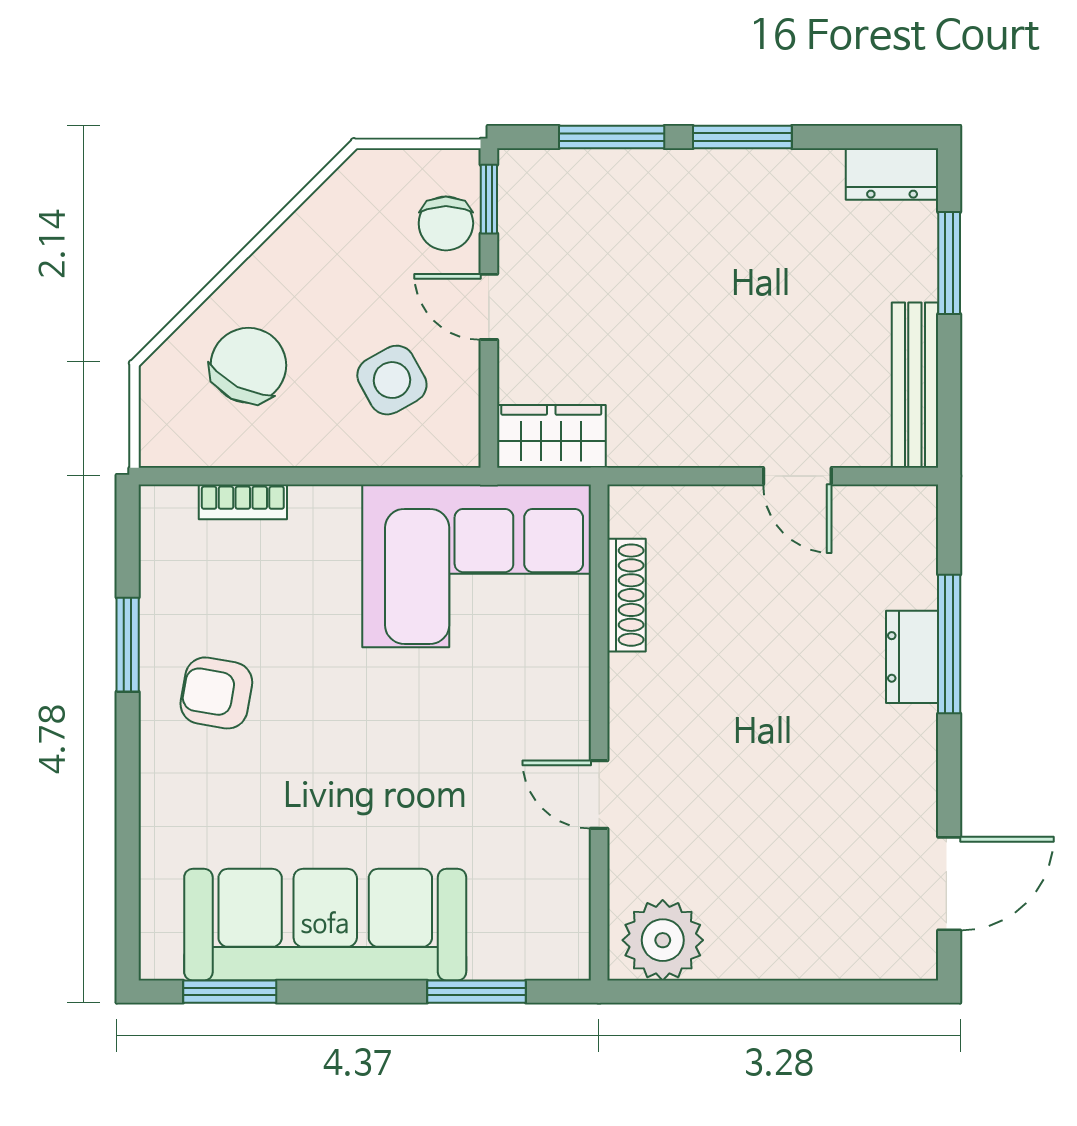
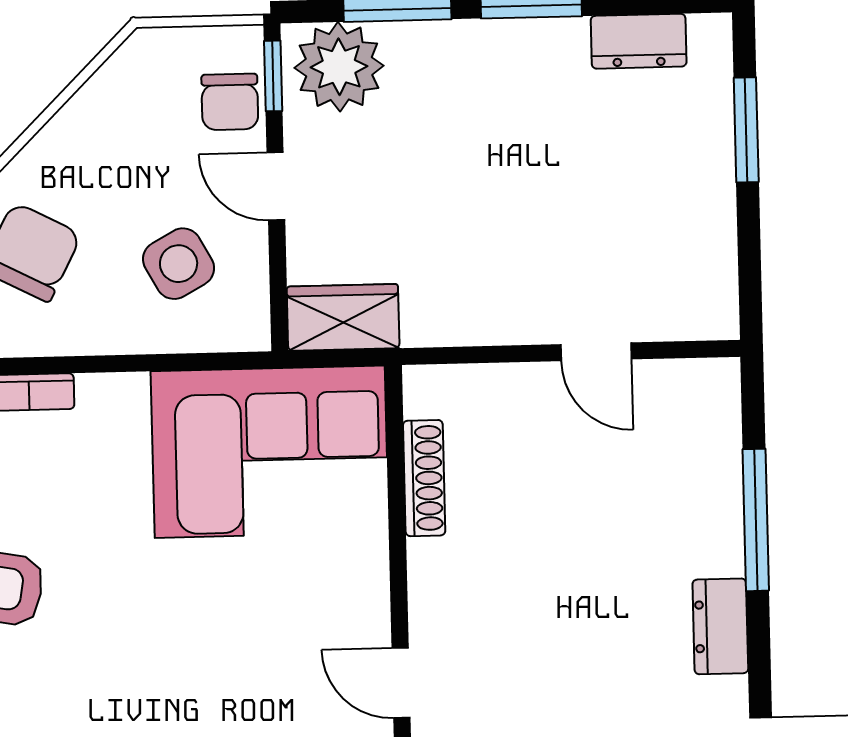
dresser: (892, 174) -> (639, 41), moved
plant: (553, 192) -> (339, 67), added
bench: (915, 385) -> (714, 256), removed
dresser: (912, 657) -> (720, 626), moved

